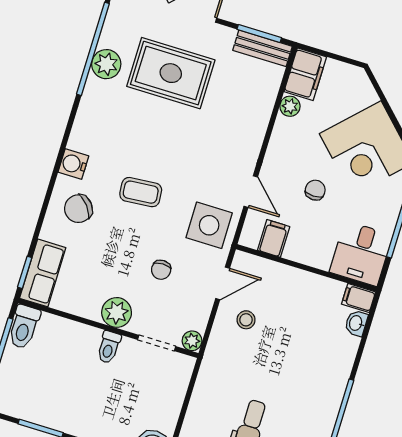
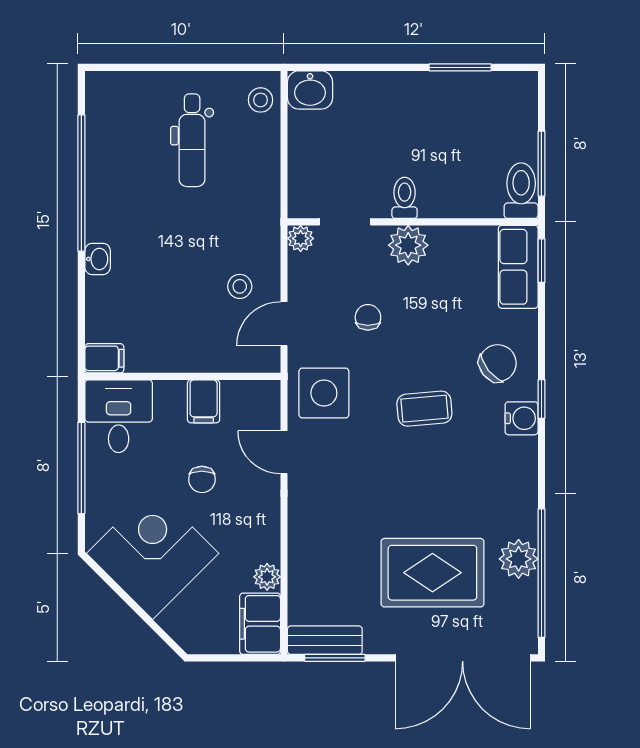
window: (55, 173) -> (541, 399), added
filing cabinet: (274, 238) -> (204, 401), moved
washbasin: (356, 323) -> (98, 259), moved

